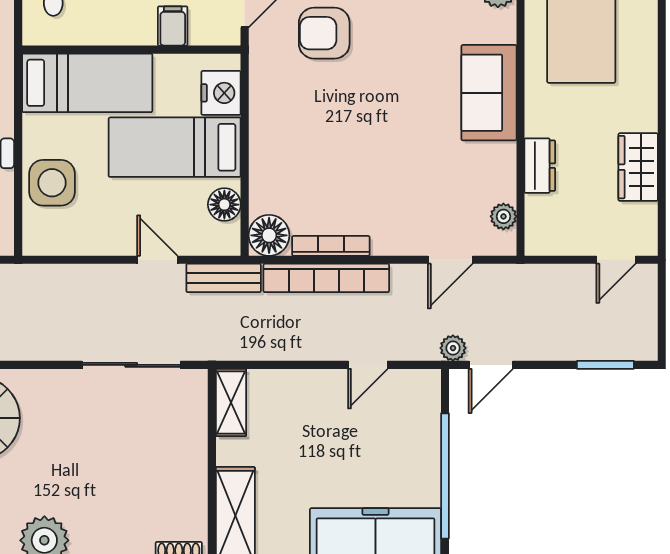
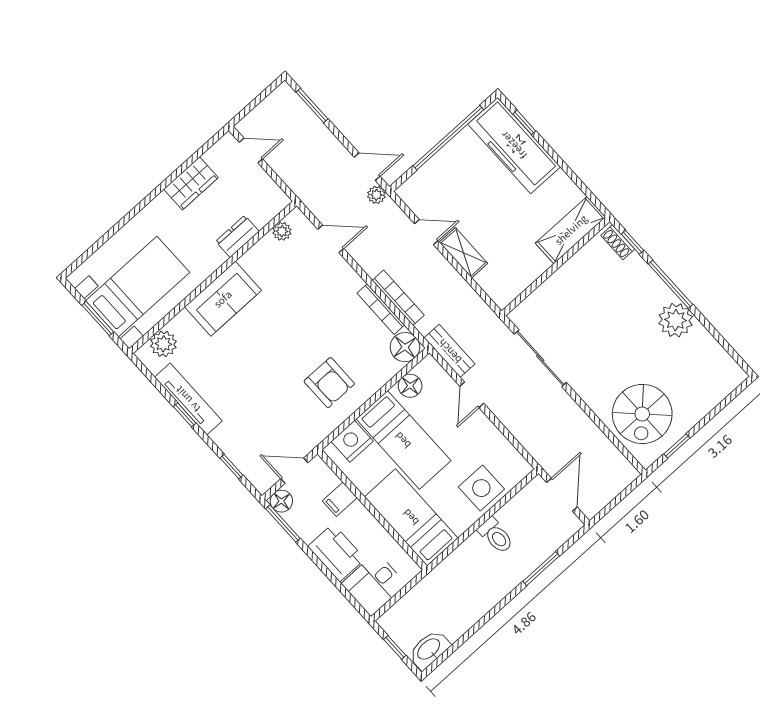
armchair: (324, 33) -> (329, 383), moved
bookcase: (326, 278) -> (398, 298), width x0.68, depth x0.76
shelving: (231, 402) -> (463, 253), moved, turned 90

